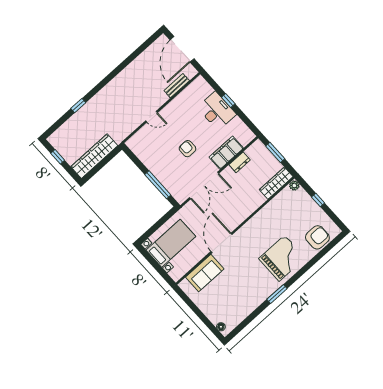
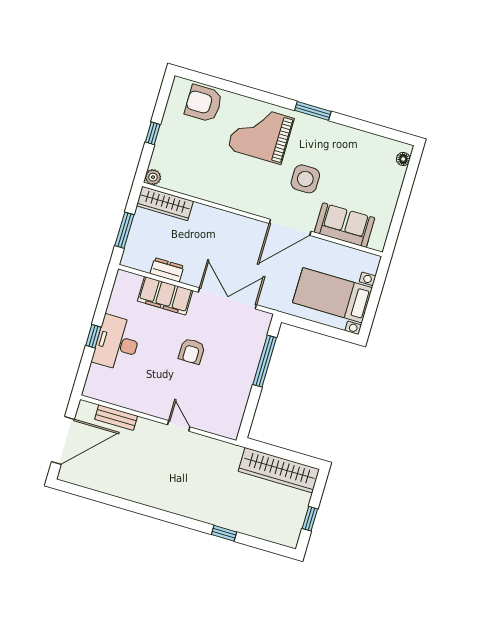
side table: (243, 267) -> (305, 179), added

